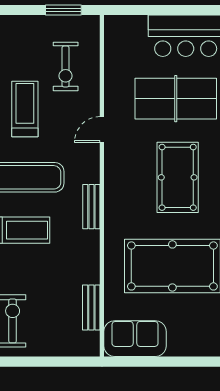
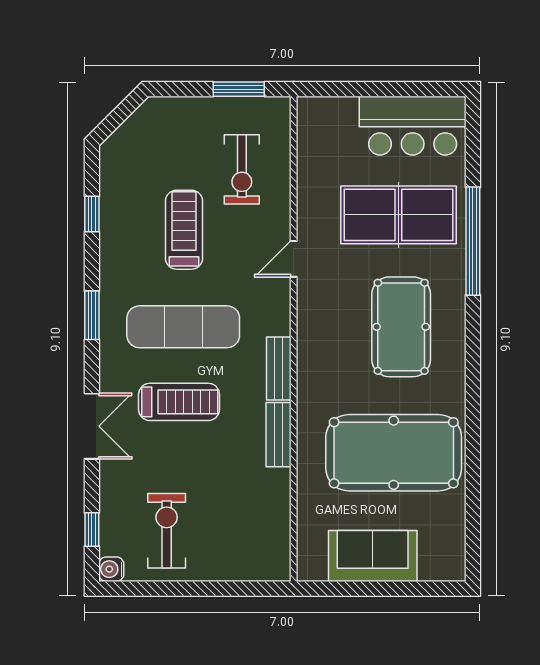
bench: (91, 308) -> (279, 435), moved
sofa: (135, 339) -> (373, 556), moved

